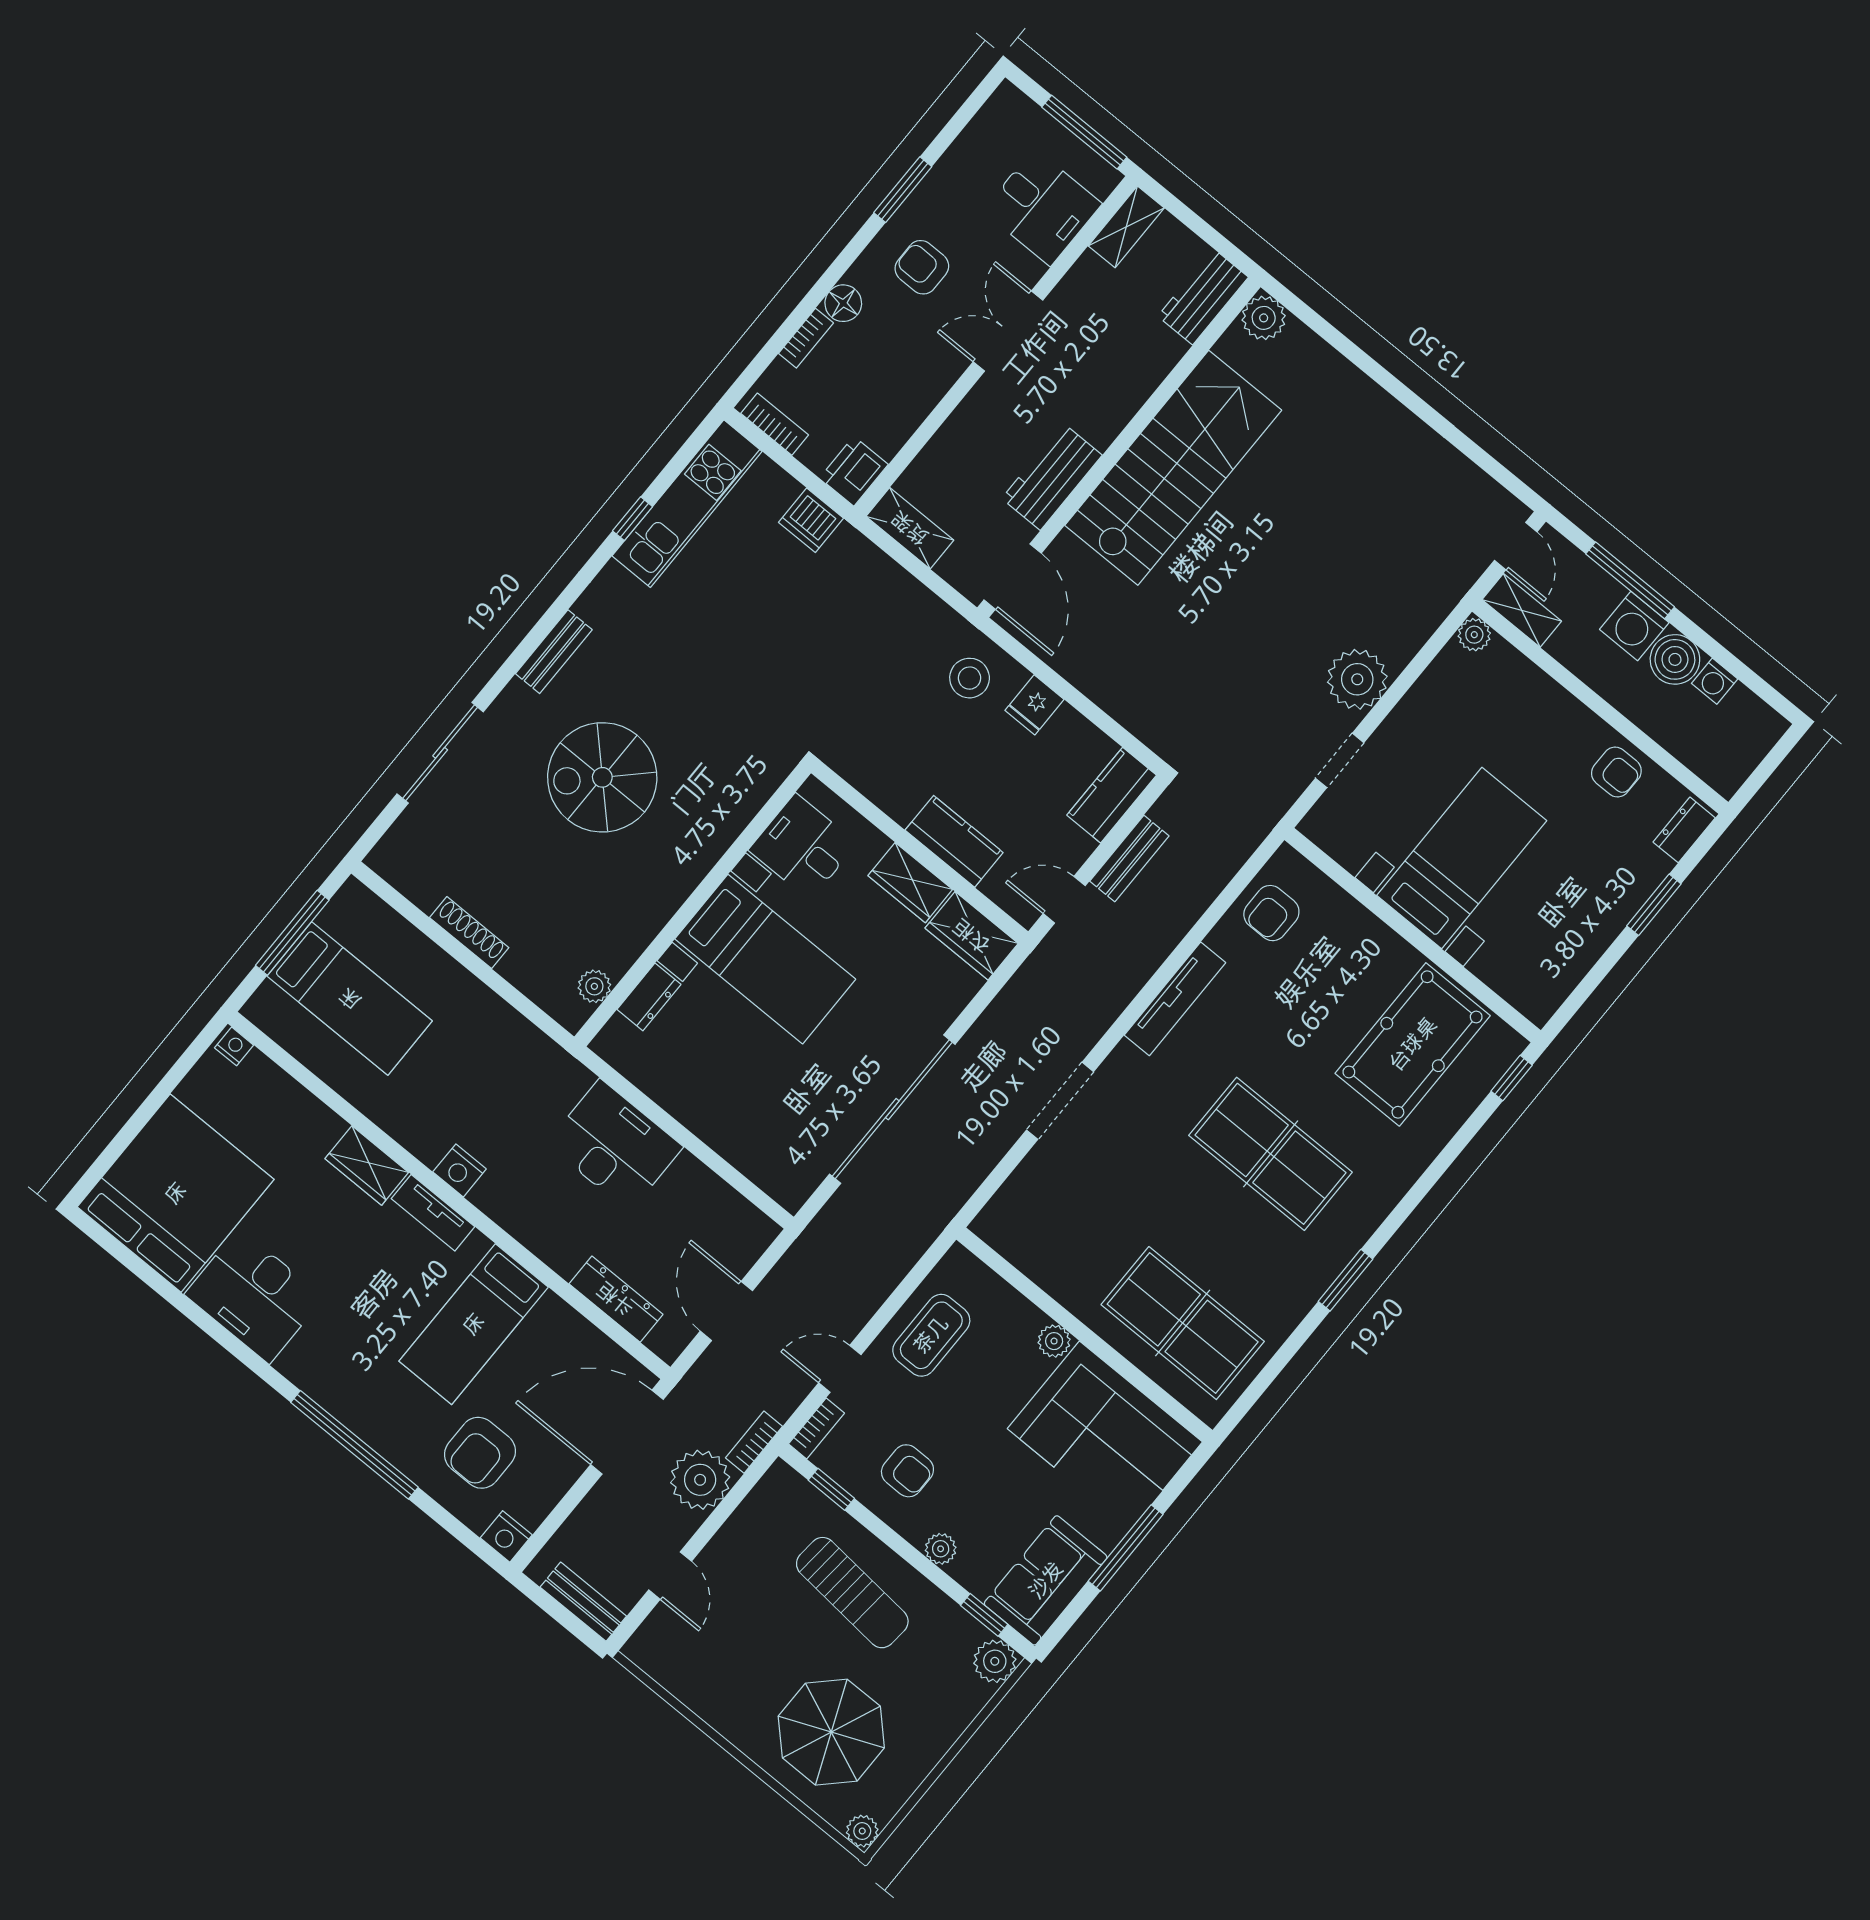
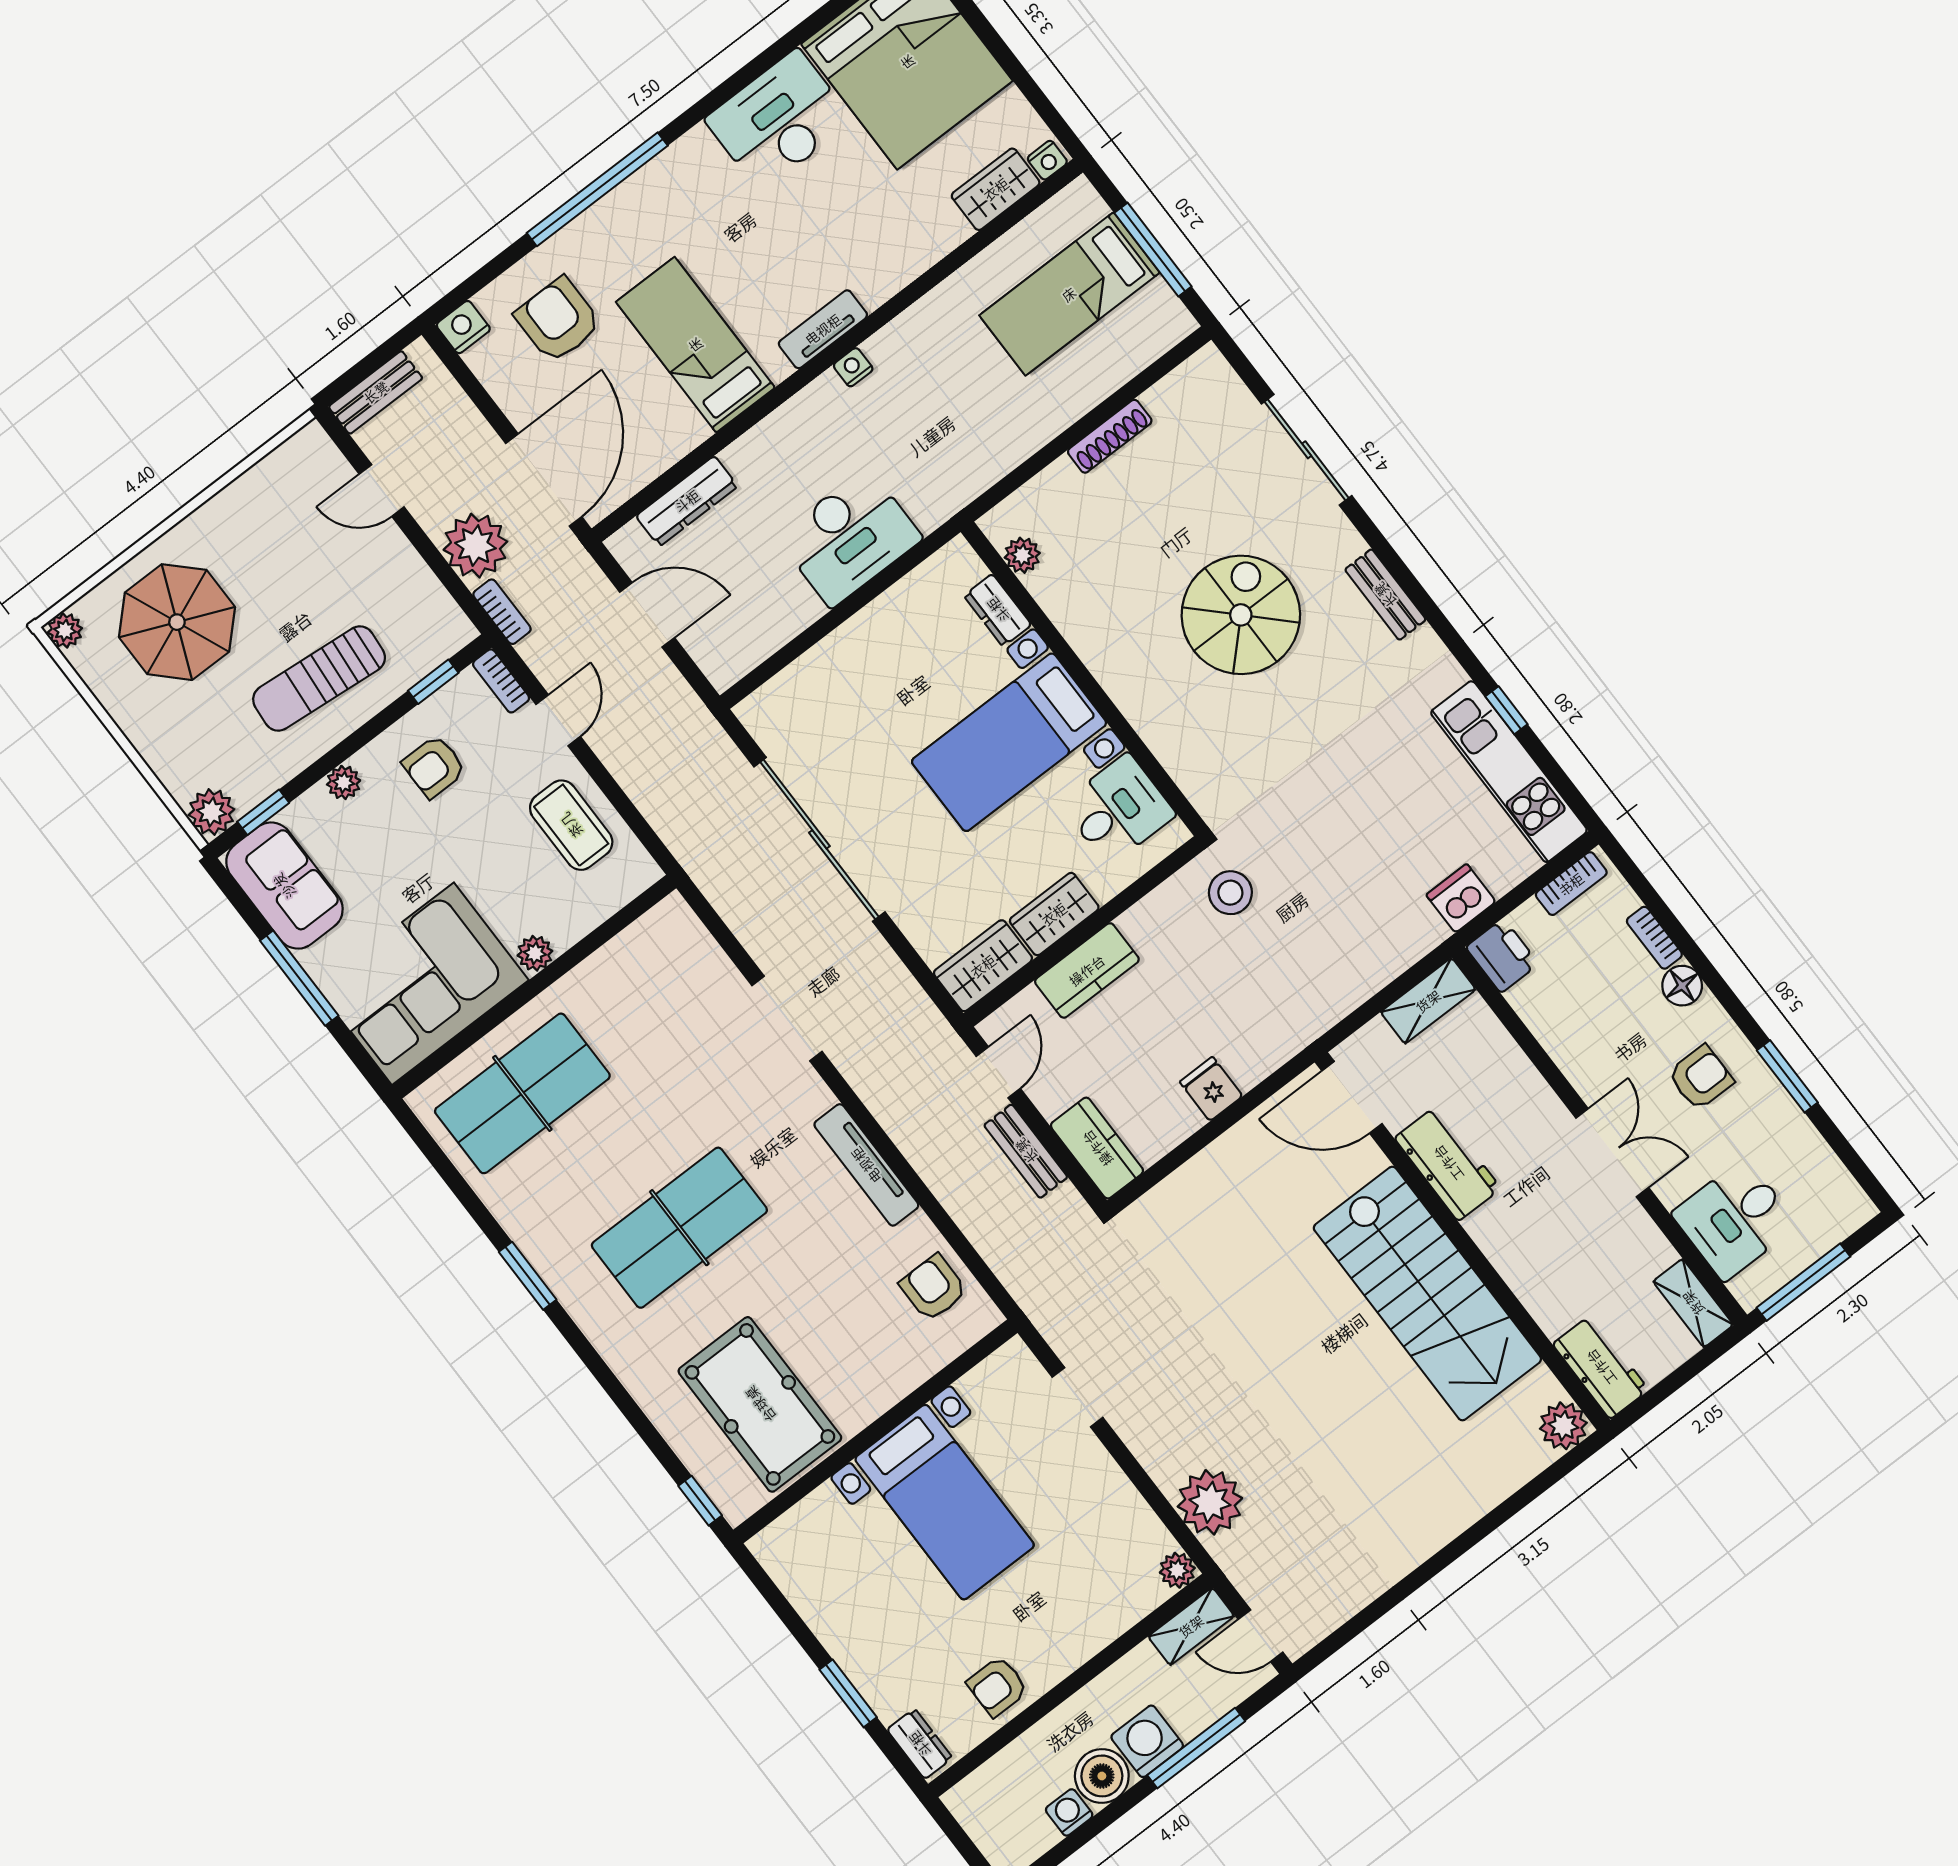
stool: (970, 678) -> (1230, 893), moved
plant: (1357, 679) -> (1210, 1502), moved
wardrobe: (367, 1165) -> (996, 189), moved
nightstand: (460, 1170) -> (853, 367), width x0.72, depth x0.74

